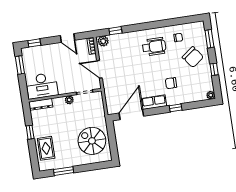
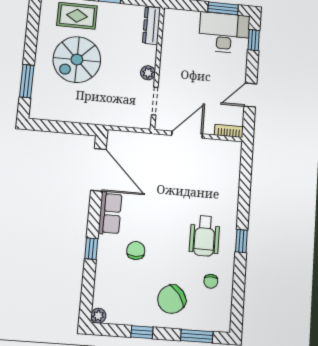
window: (115, 31) -> (241, 241), moved
plant: (103, 41) -> (232, 152), removed
desk: (42, 86) -> (224, 33), moved, turned 90
spiral stairs: (92, 141) -> (77, 60), moved, turned 180
window: (64, 171) -> (27, 81), moved

